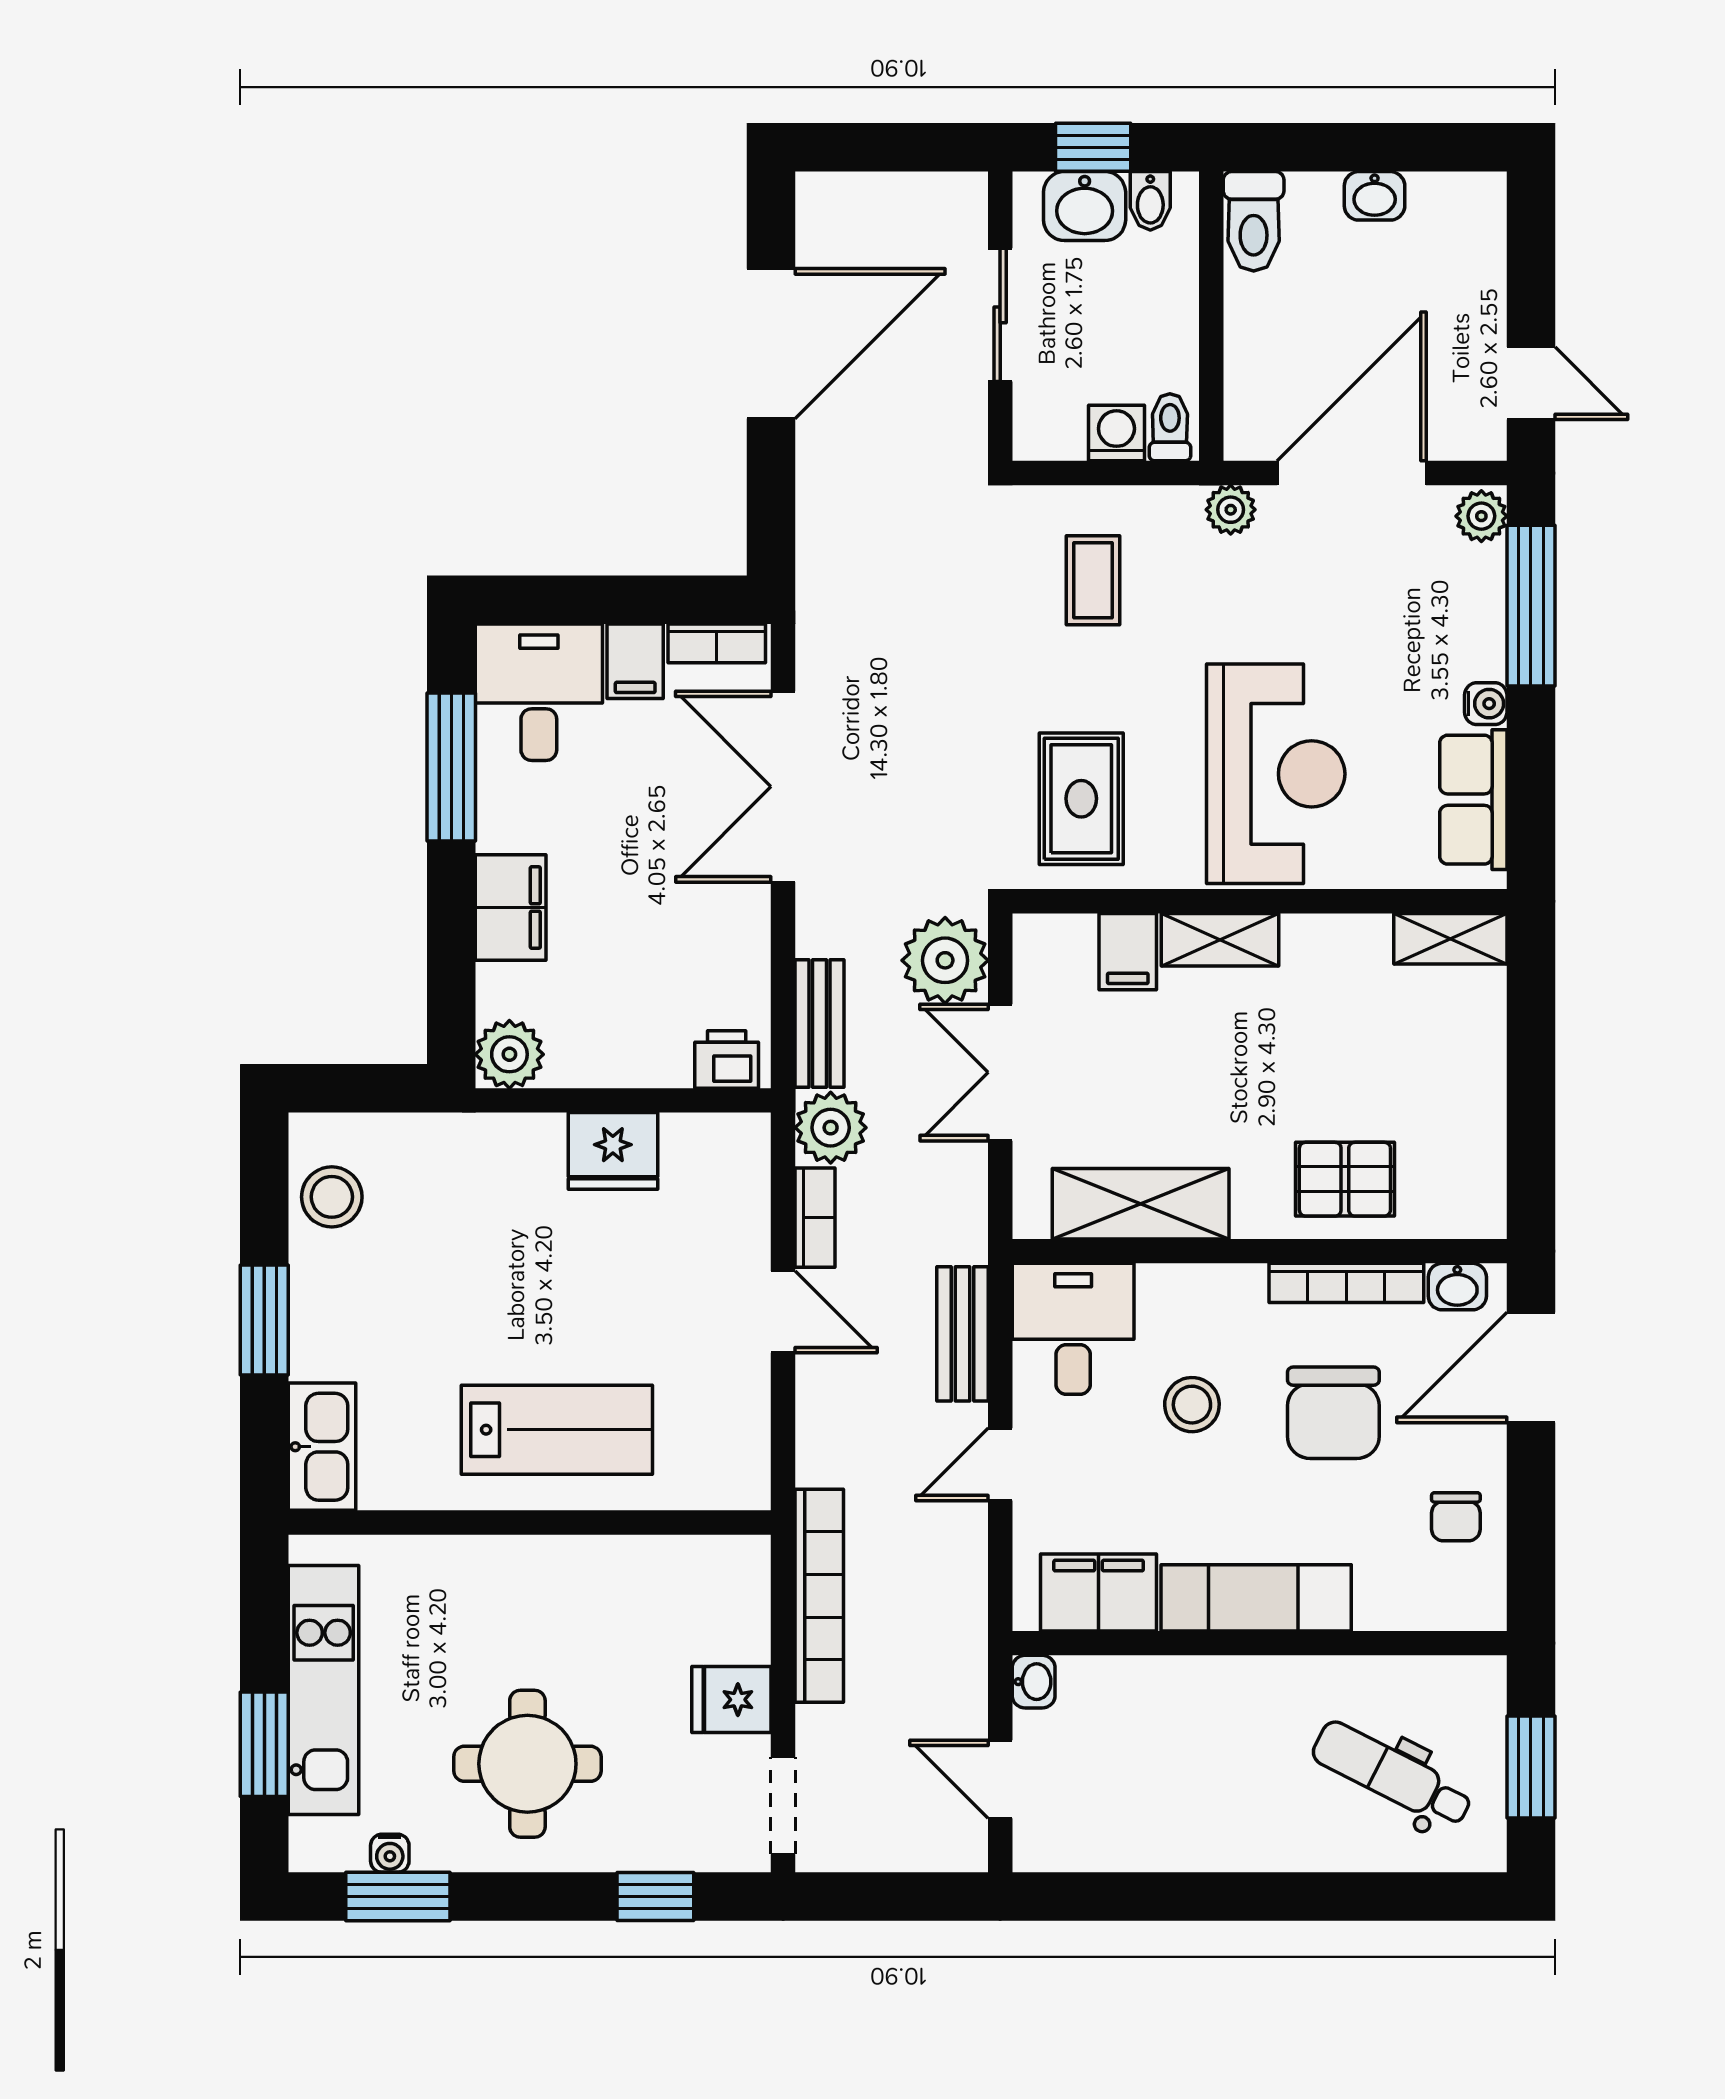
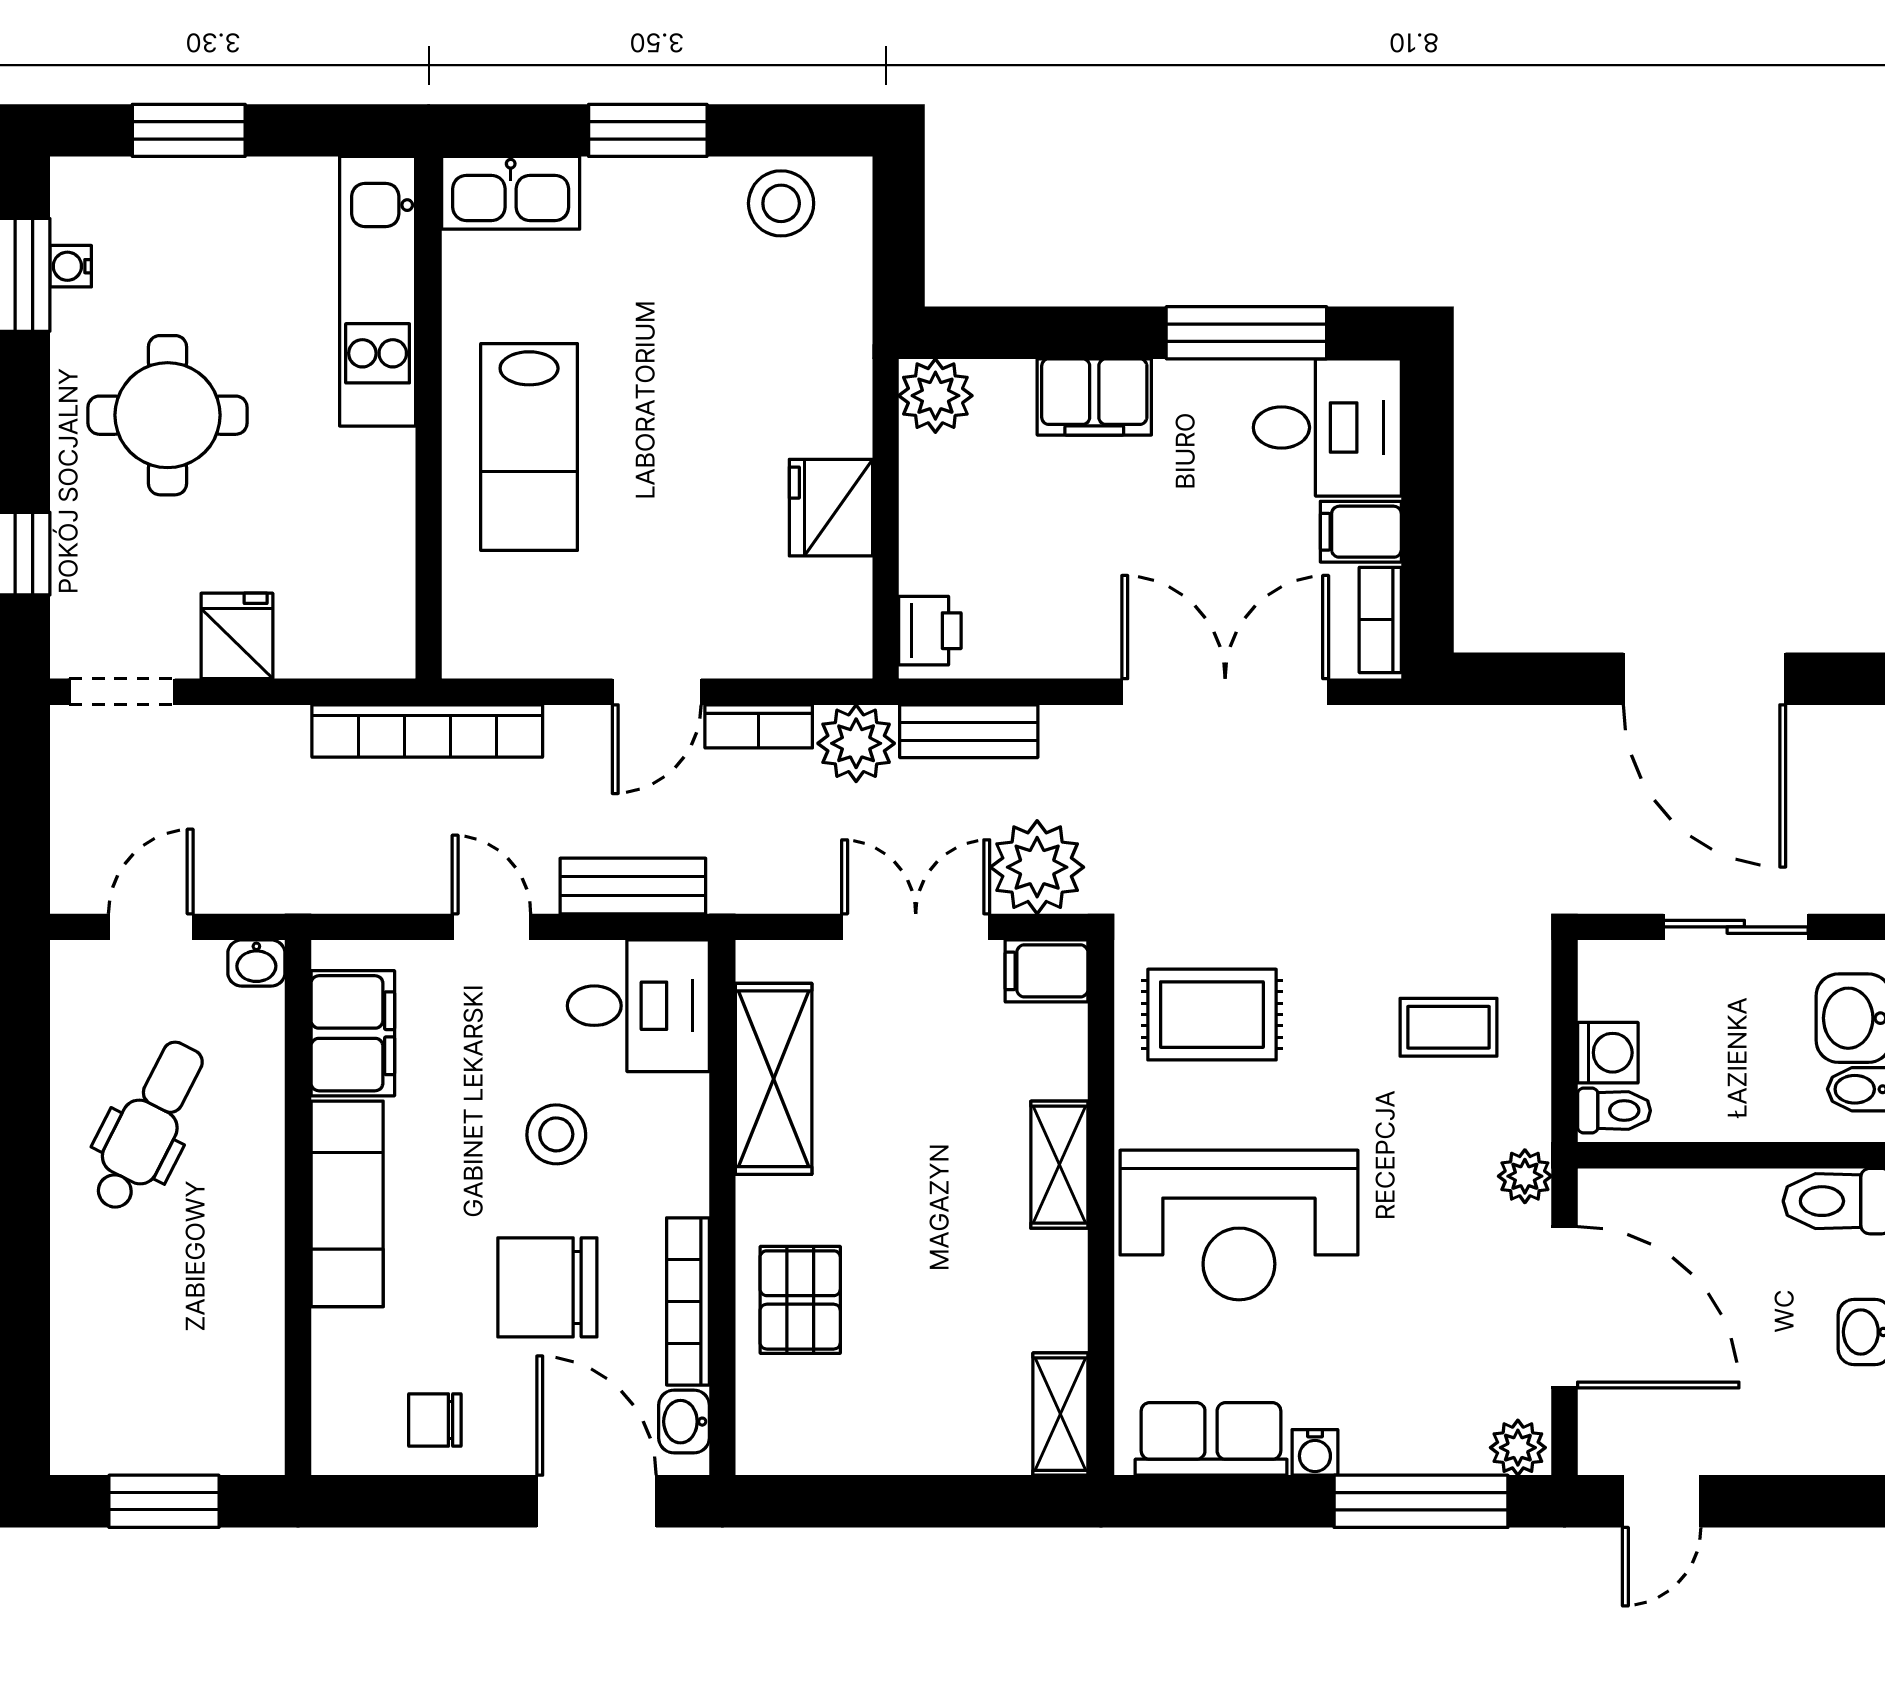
filing cabinet: (1128, 952) -> (1047, 971), moved
bookcase: (819, 1596) -> (427, 731), moved
kitchen unit: (324, 1690) -> (378, 291), moved, turned 90
dental chair: (1392, 1775) -> (148, 1126), moved

